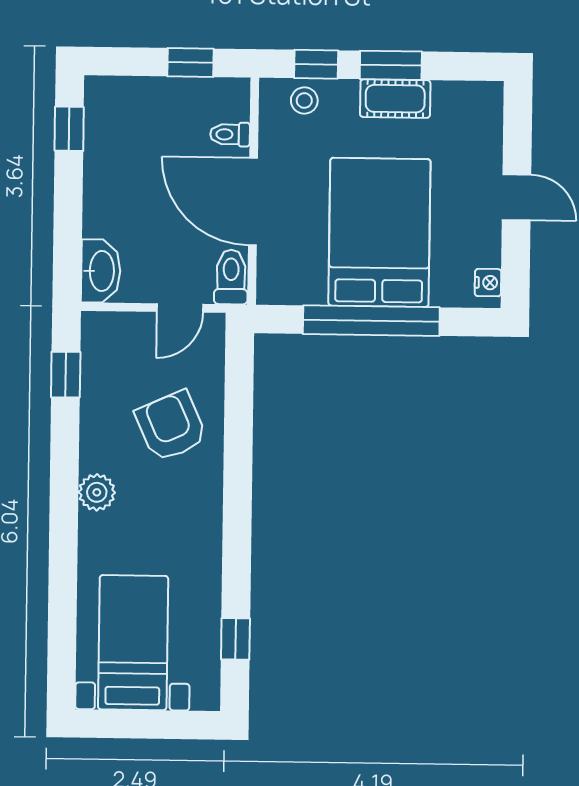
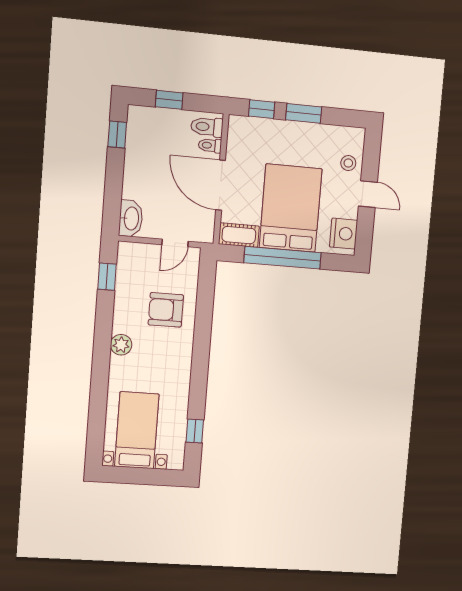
window: (191, 63) -> (169, 100), moved
cot: (395, 99) -> (239, 235), moved
stool: (304, 101) -> (348, 163), moved
toilet: (231, 277) -> (207, 127), moved, turned -90
nightstand: (488, 283) -> (344, 234), width x1.89, depth x1.79
armchair: (171, 426) -> (166, 310), turned -66

